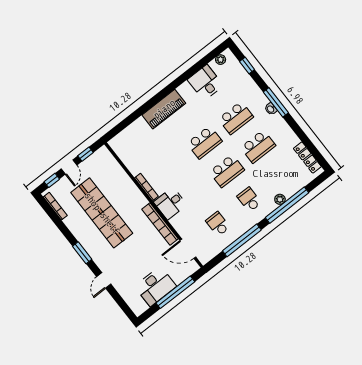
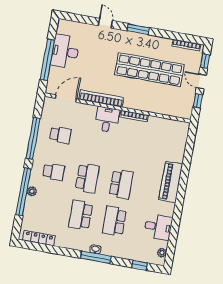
school desk: (205, 142) -> (121, 184), turned 180
school desk: (227, 171) -> (87, 178), turned 180

